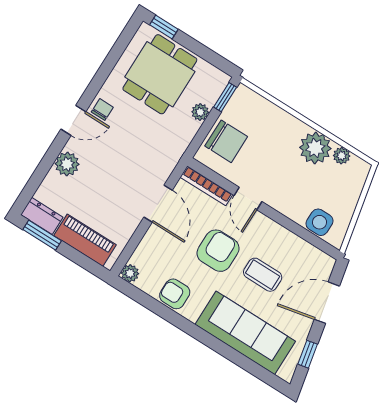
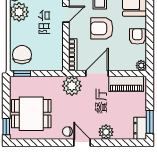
plant: (200, 112) -> (72, 86), moved, width x1.88, depth x1.88
chair: (226, 141) -> (22, 55), moved
door: (248, 198) -> (66, 14), moved
piano: (85, 240) -> (126, 84), moved, turned -90
armchair: (175, 294) -> (137, 36), turned 180

